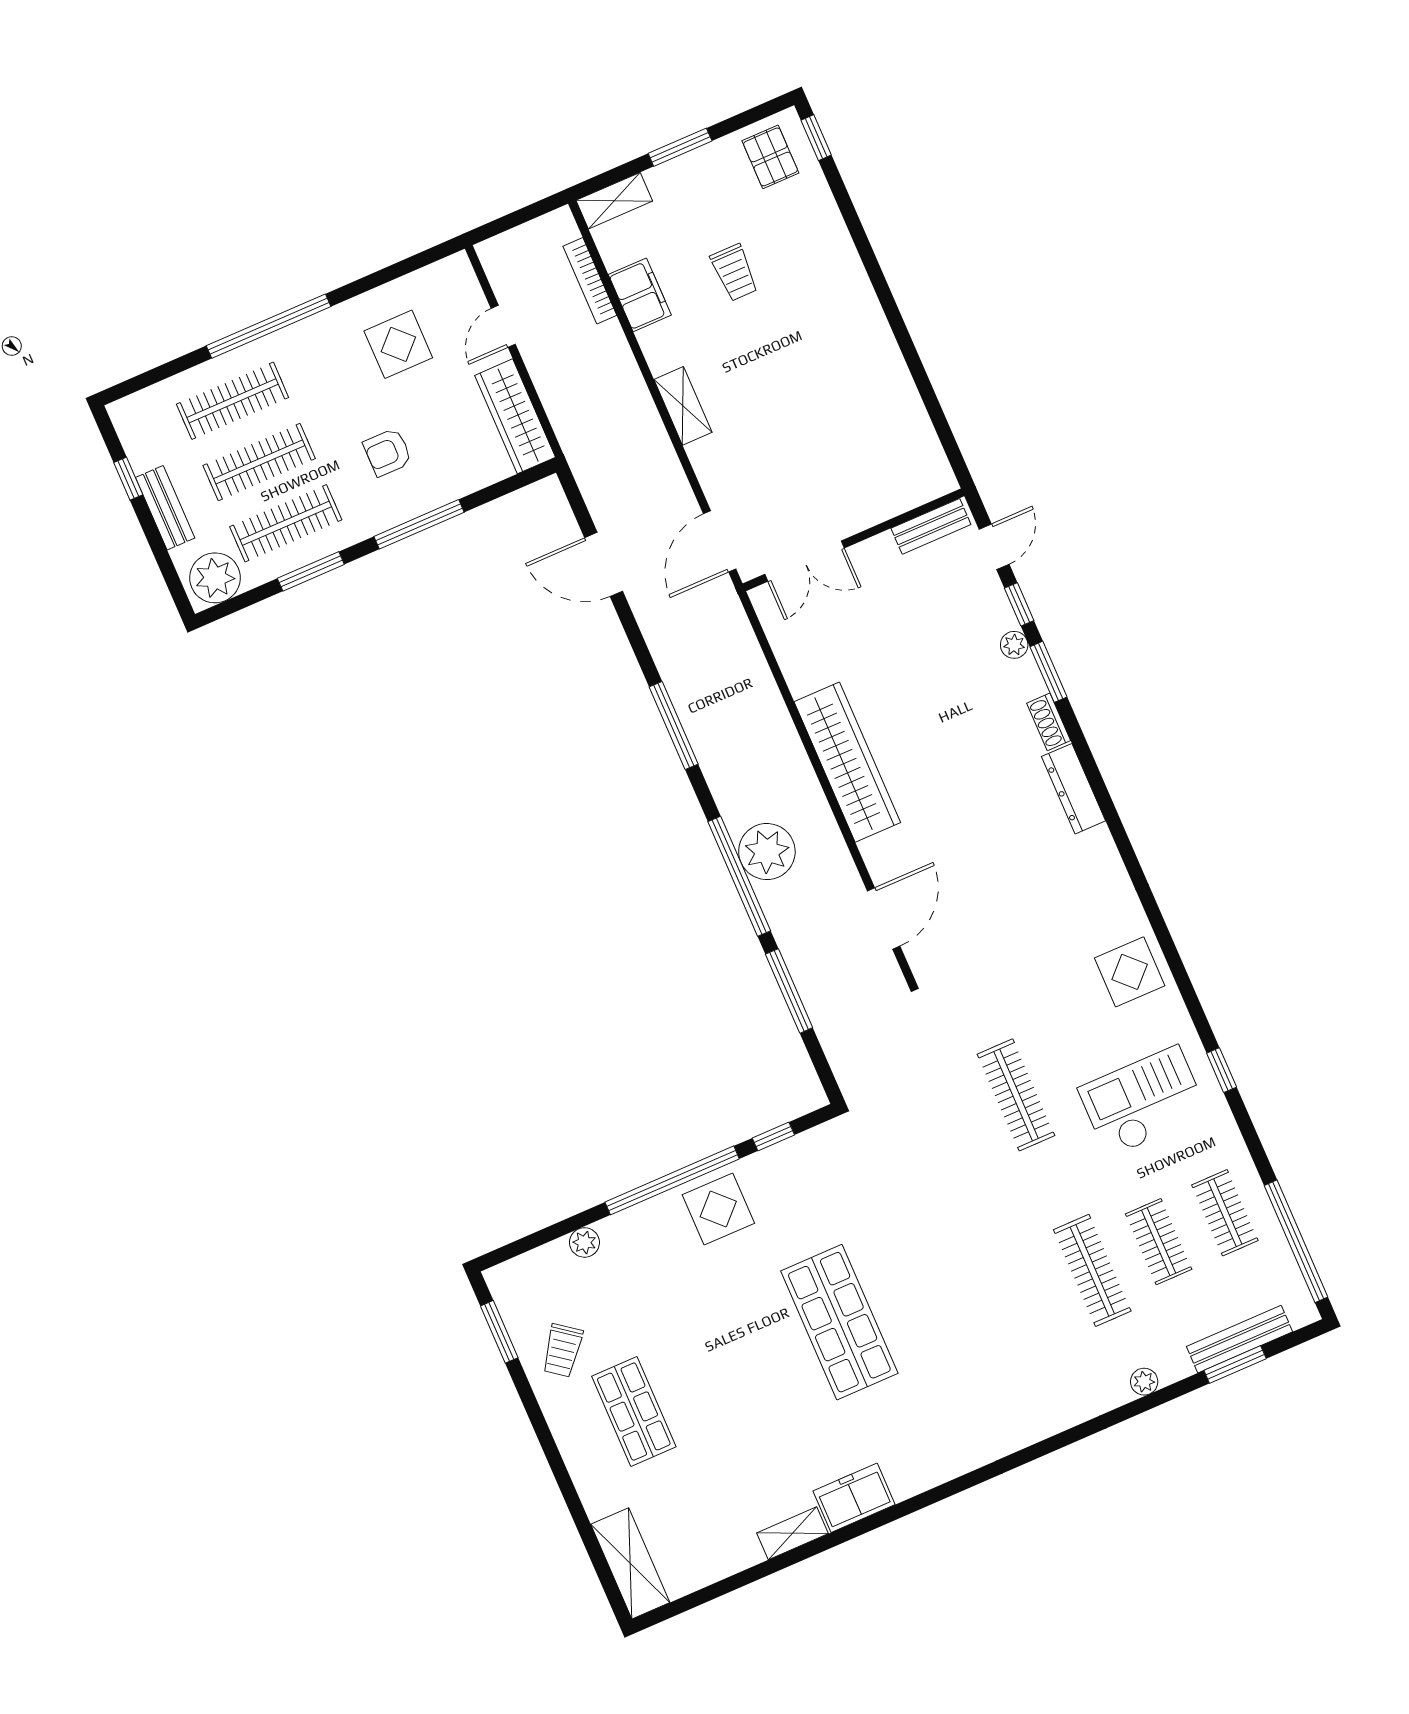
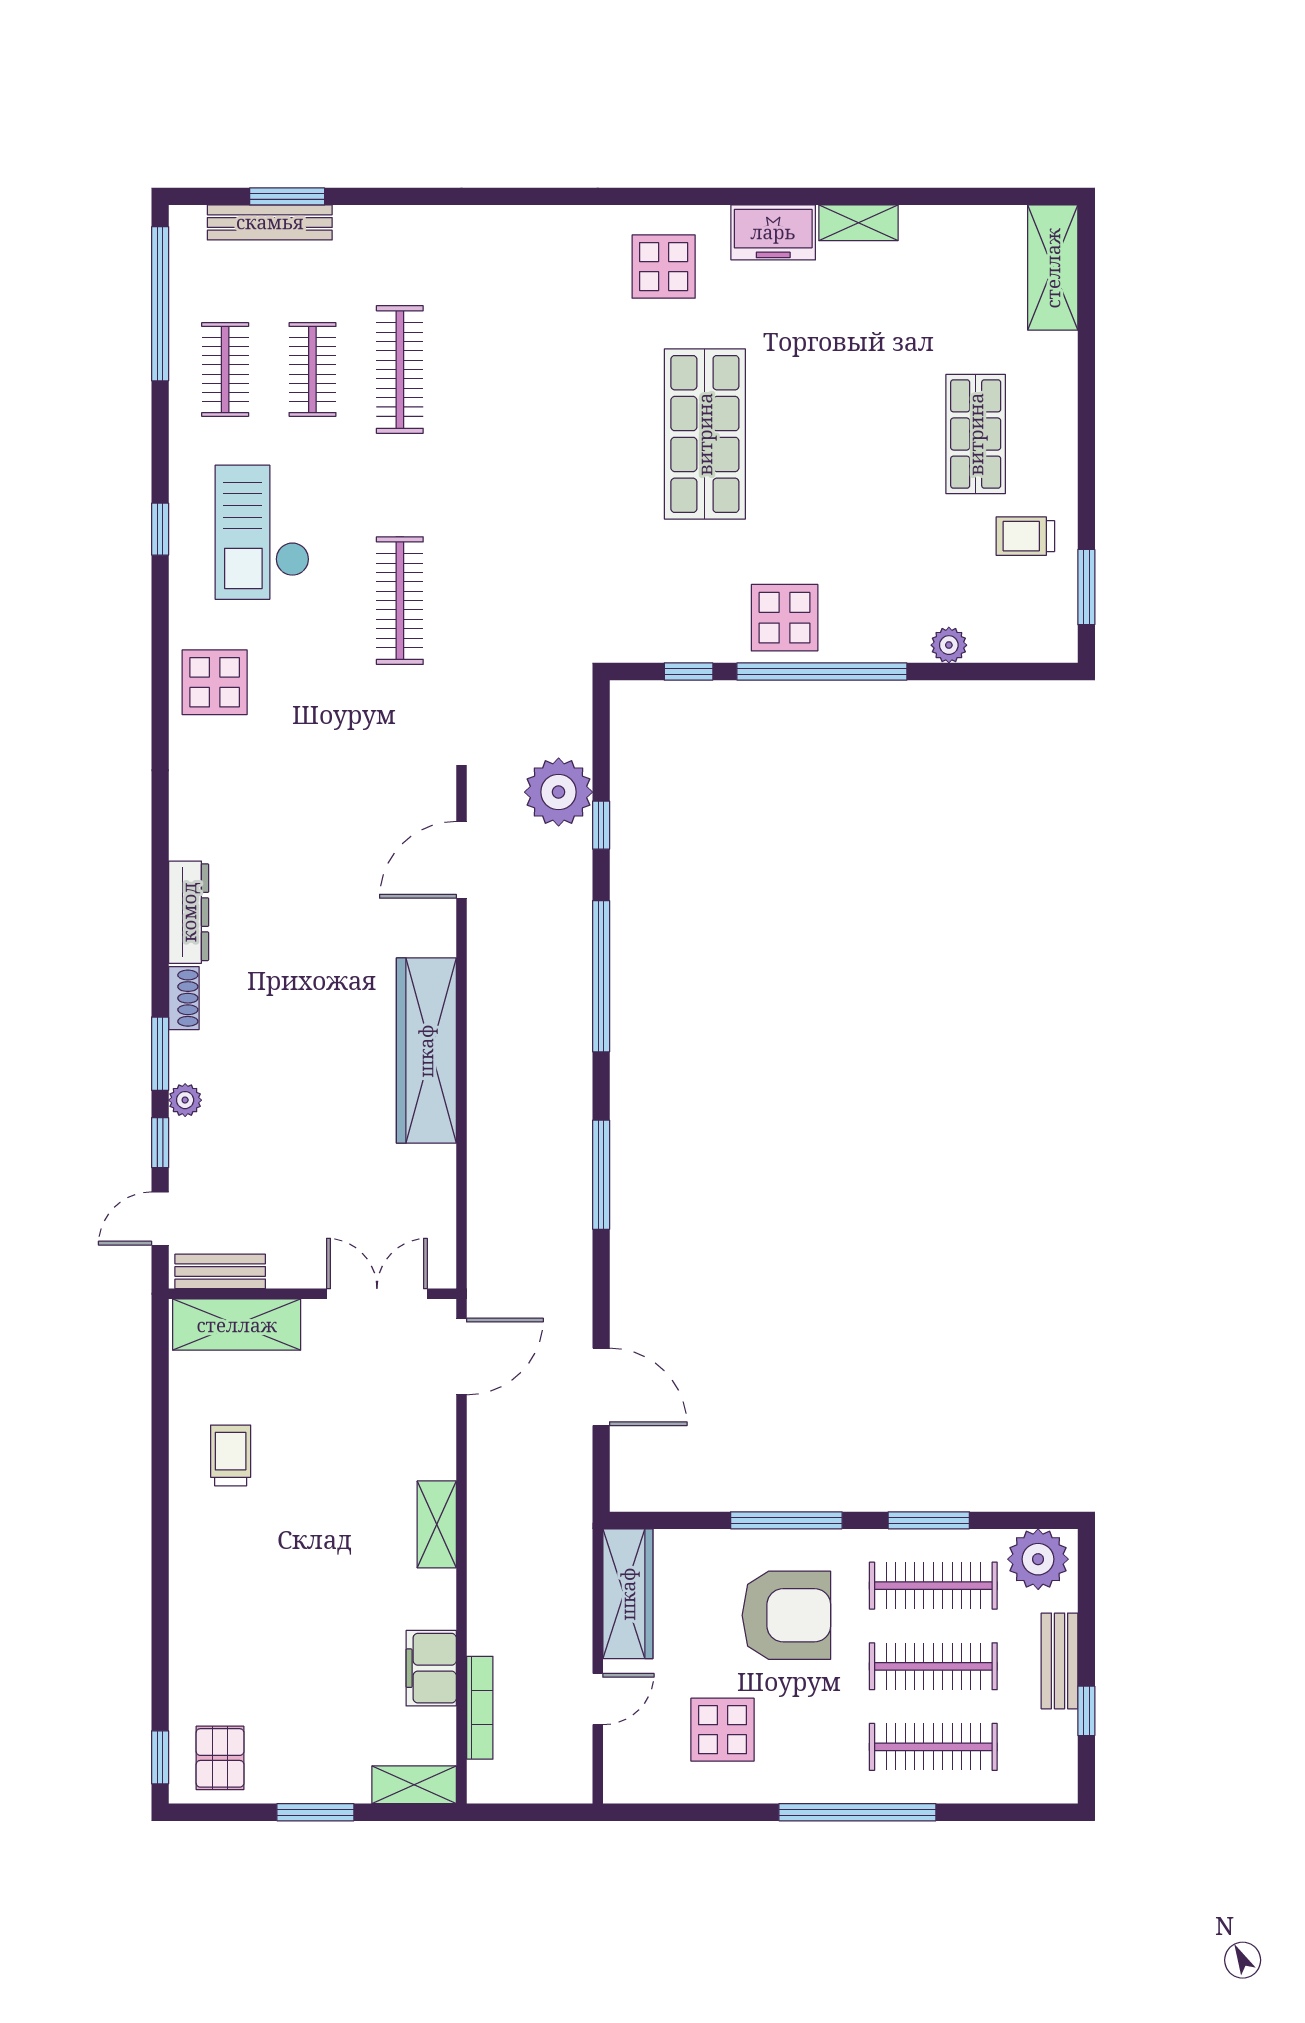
trolley: (734, 272) -> (231, 1455), moved
armchair: (388, 452) -> (786, 1615), width x1.88, depth x1.88
shelving: (901, 491) -> (237, 1325), added
plant: (767, 852) -> (559, 792), moved
window: (789, 991) -> (601, 825), width x0.46
checkout: (1143, 1101) -> (262, 532), turned 90
trolley: (562, 1350) -> (1025, 536), turned -127
plant: (1144, 1382) -> (396, 221), removed
display table: (926, 1436) -> (664, 267), added

